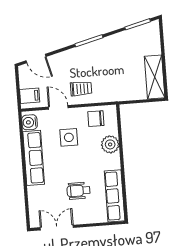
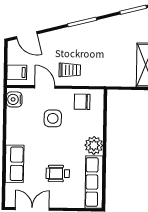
plant: (110, 144) -> (94, 145), moved
row of seats: (34, 158) -> (15, 164), moved, width x0.68

